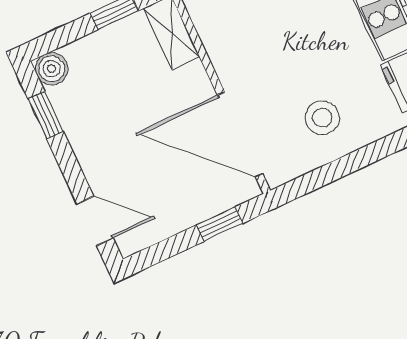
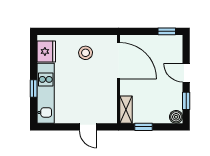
door: (95, 221) -> (186, 73), moved
window: (220, 224) -> (167, 31), moved

